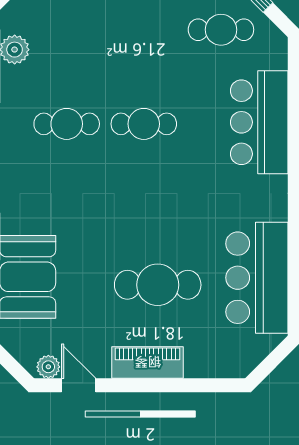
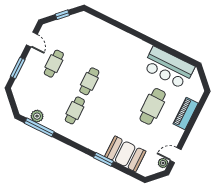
cafe table: (221, 30) -> (54, 64), moved
bar counter: (259, 122) -> (110, 38), removed
piano: (148, 362) -> (186, 114), moved

